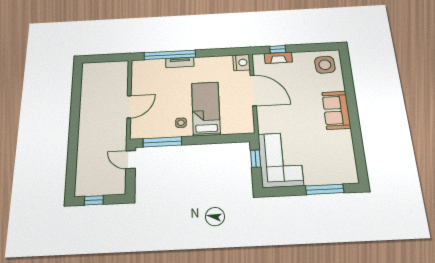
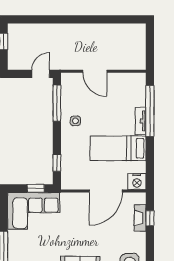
bed: (206, 109) -> (118, 148), moved, turned 180
window: (227, 139) -> (57, 163), added

